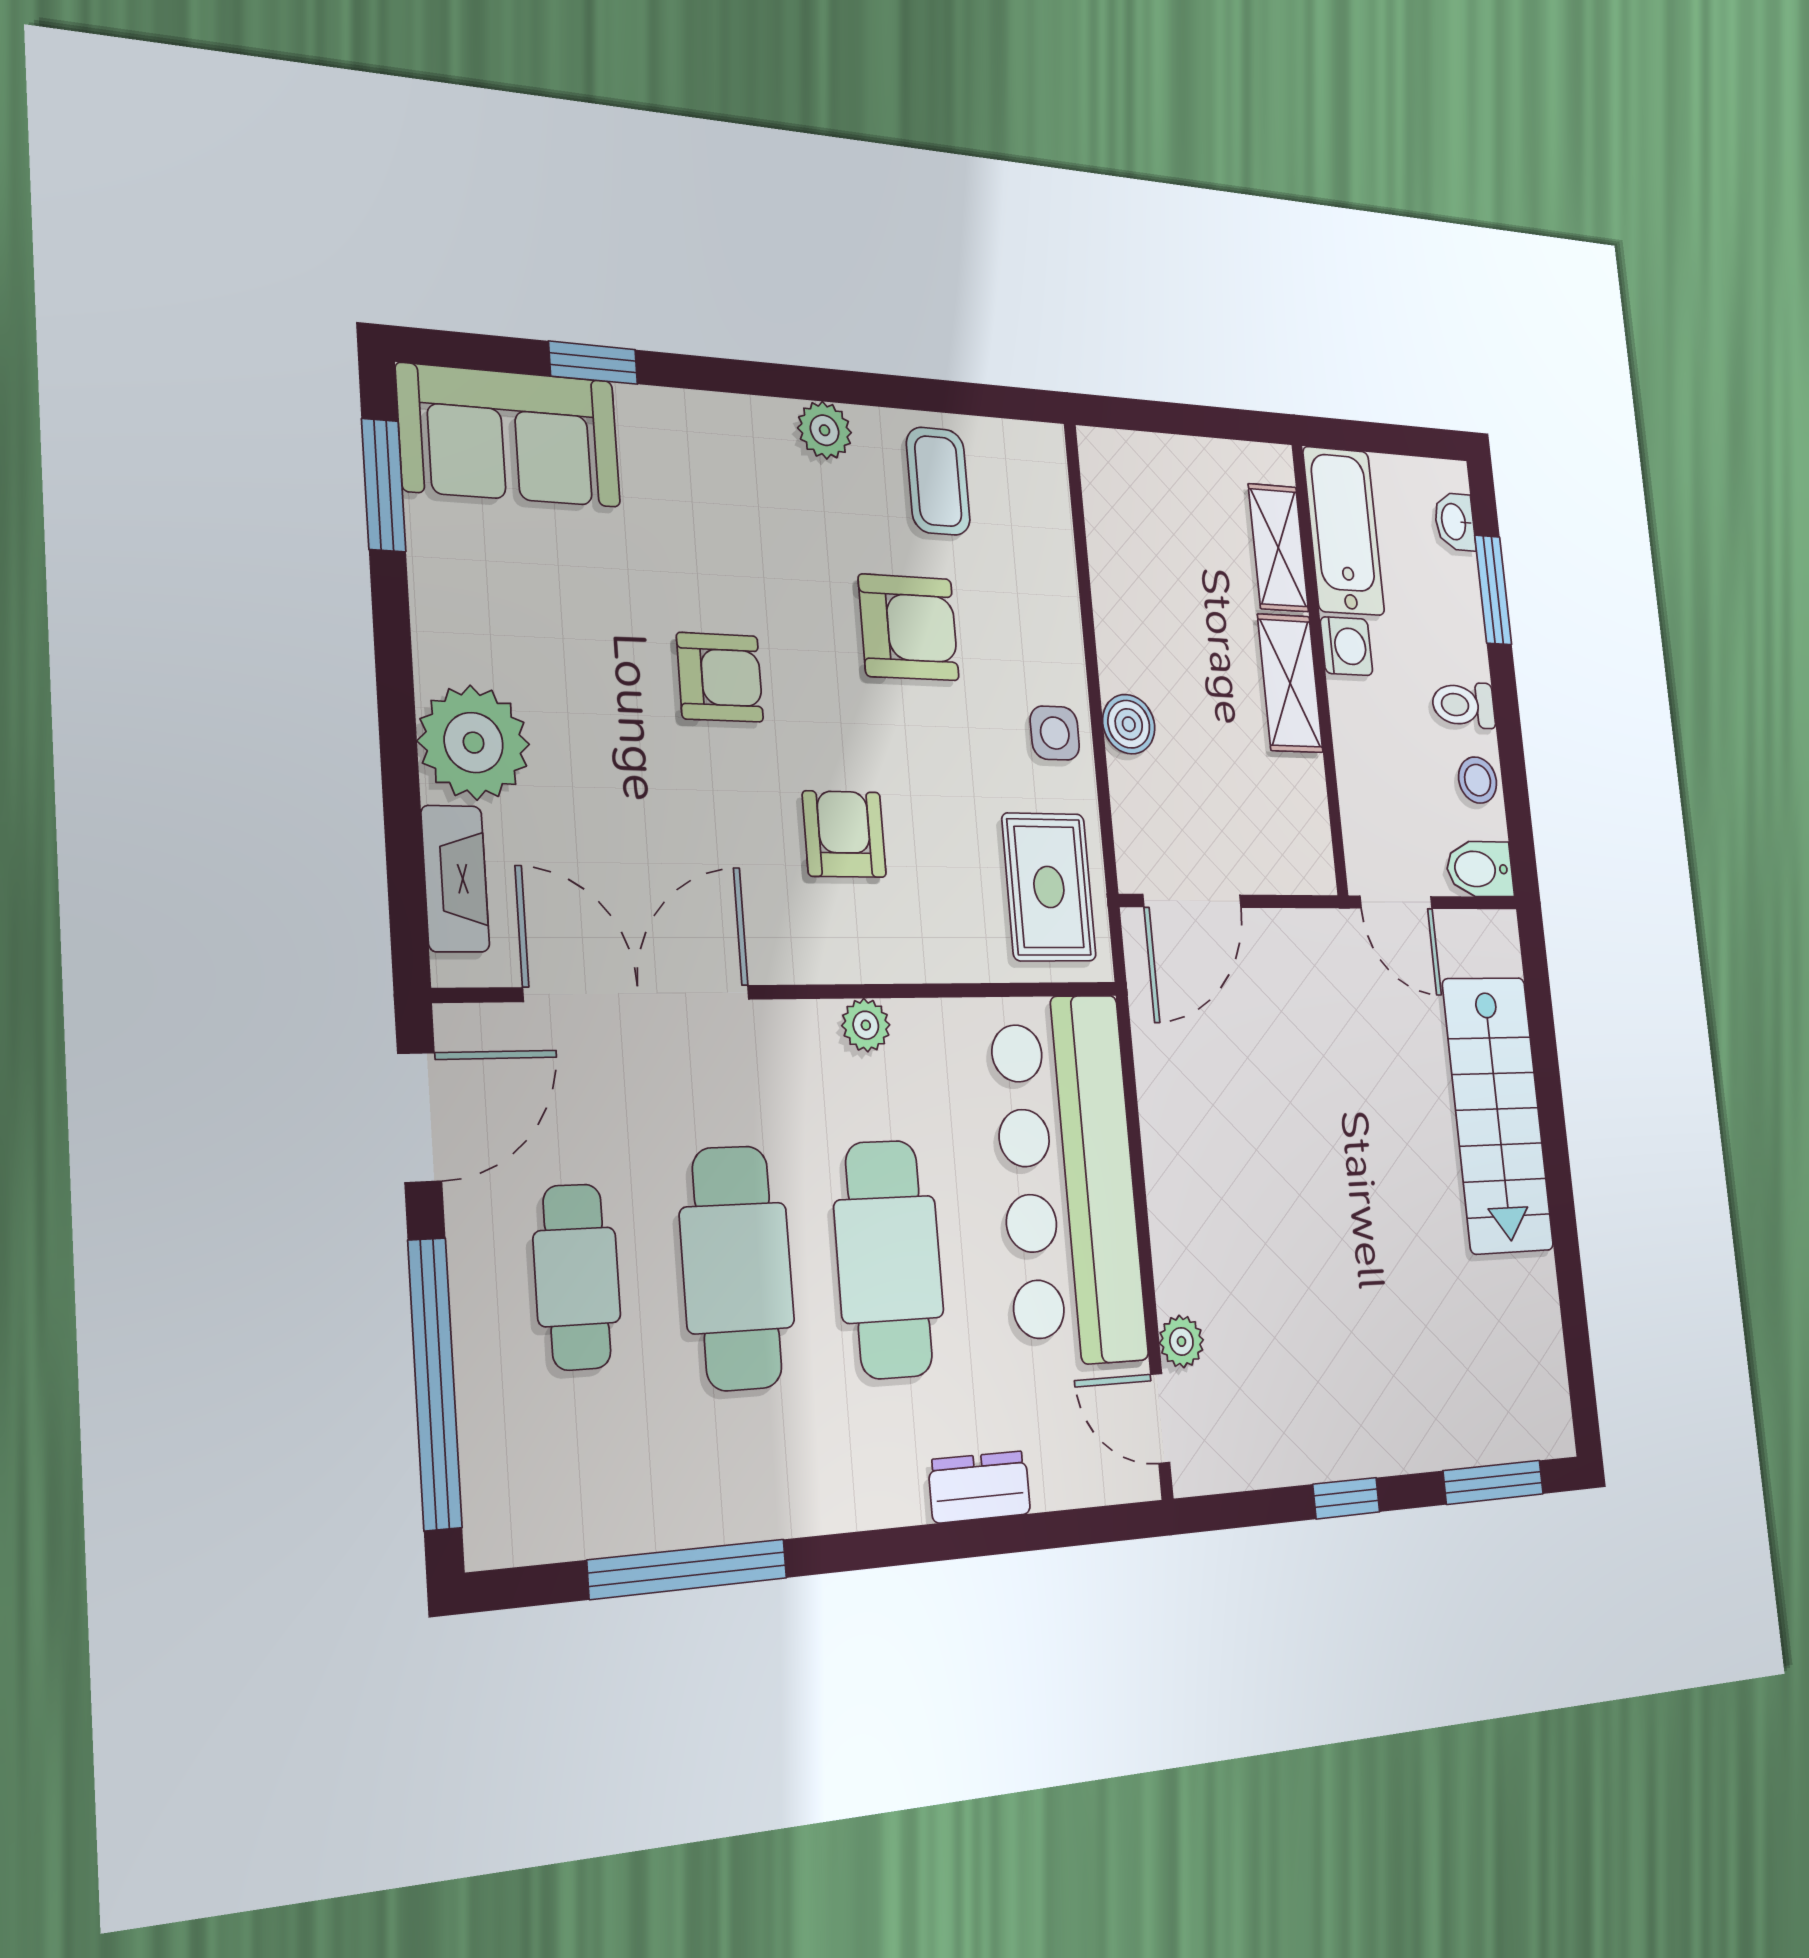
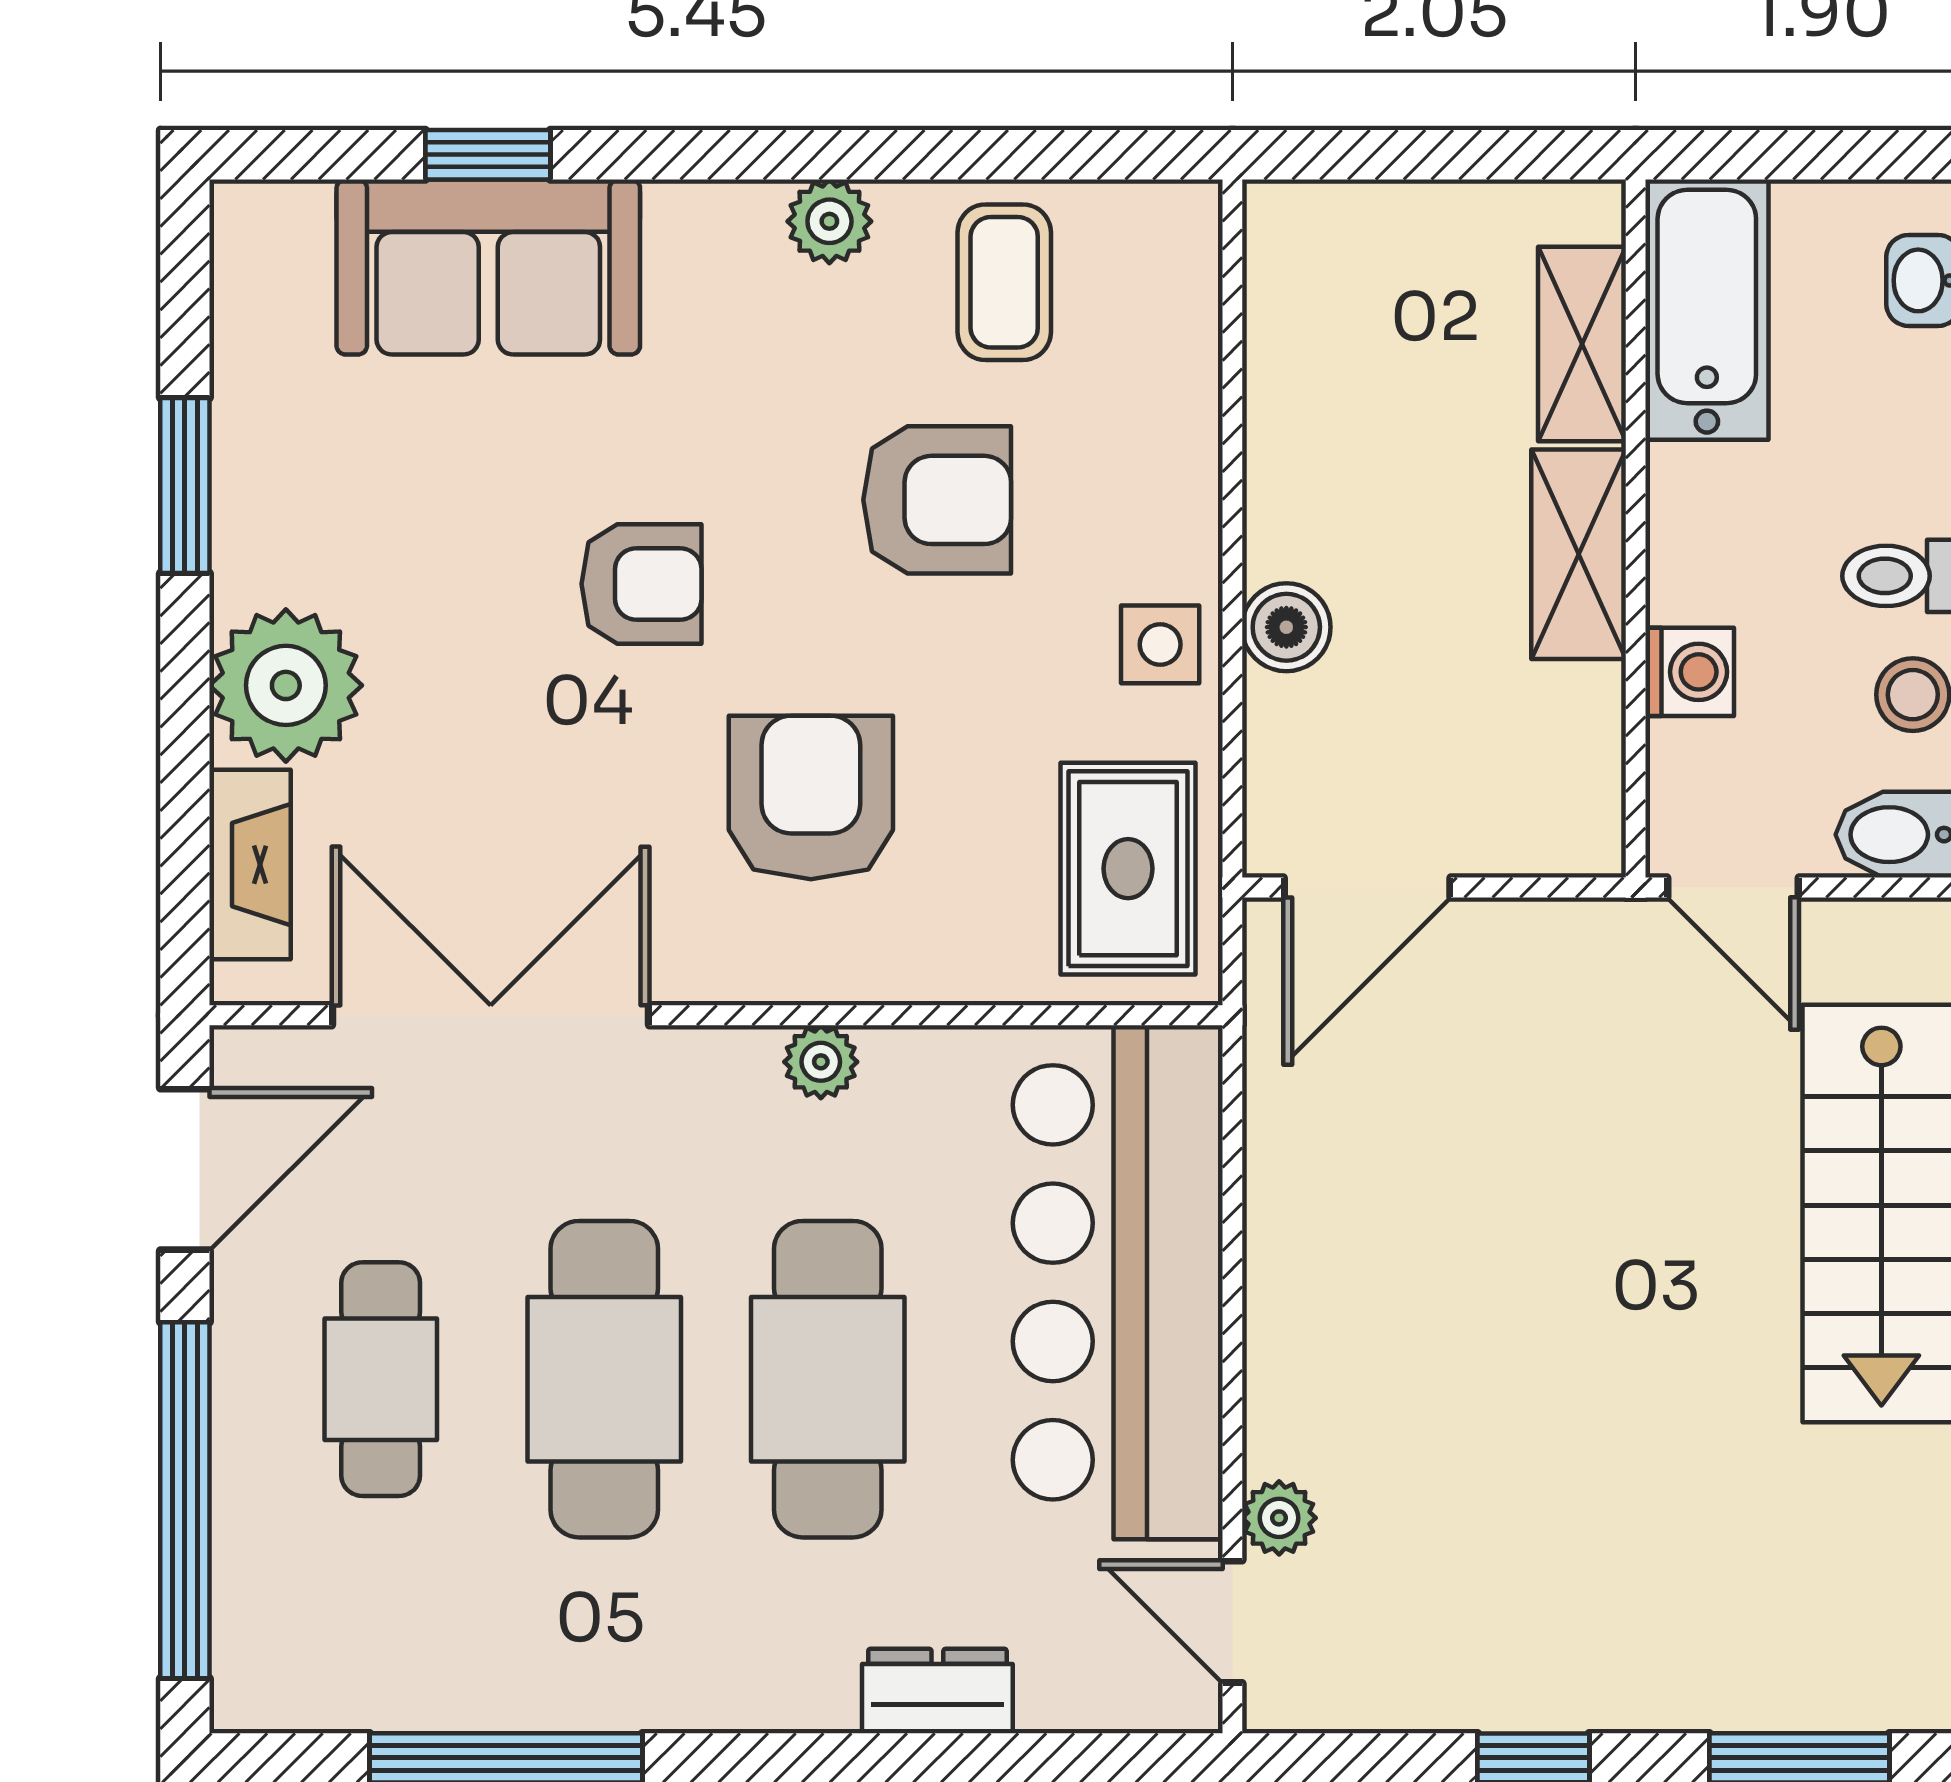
sofa: (509, 435) -> (488, 267), moved
window: (384, 485) -> (185, 485), moved
washing machine: (1346, 646) -> (1690, 672), moved
armchair: (844, 834) -> (811, 797), width x1.38, depth x1.38

